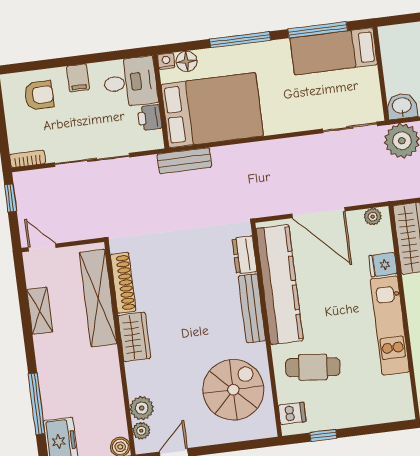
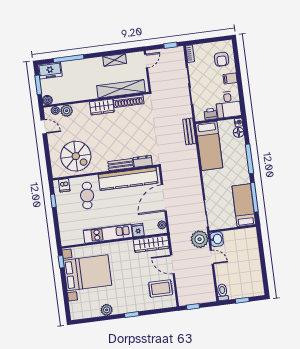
bed: (212, 110) -> (209, 146), width x0.67
bench: (252, 308) -> (121, 165), width x0.73

